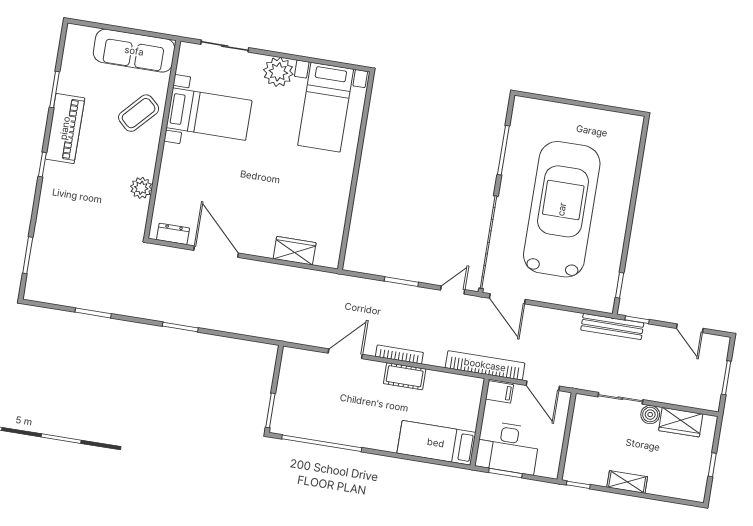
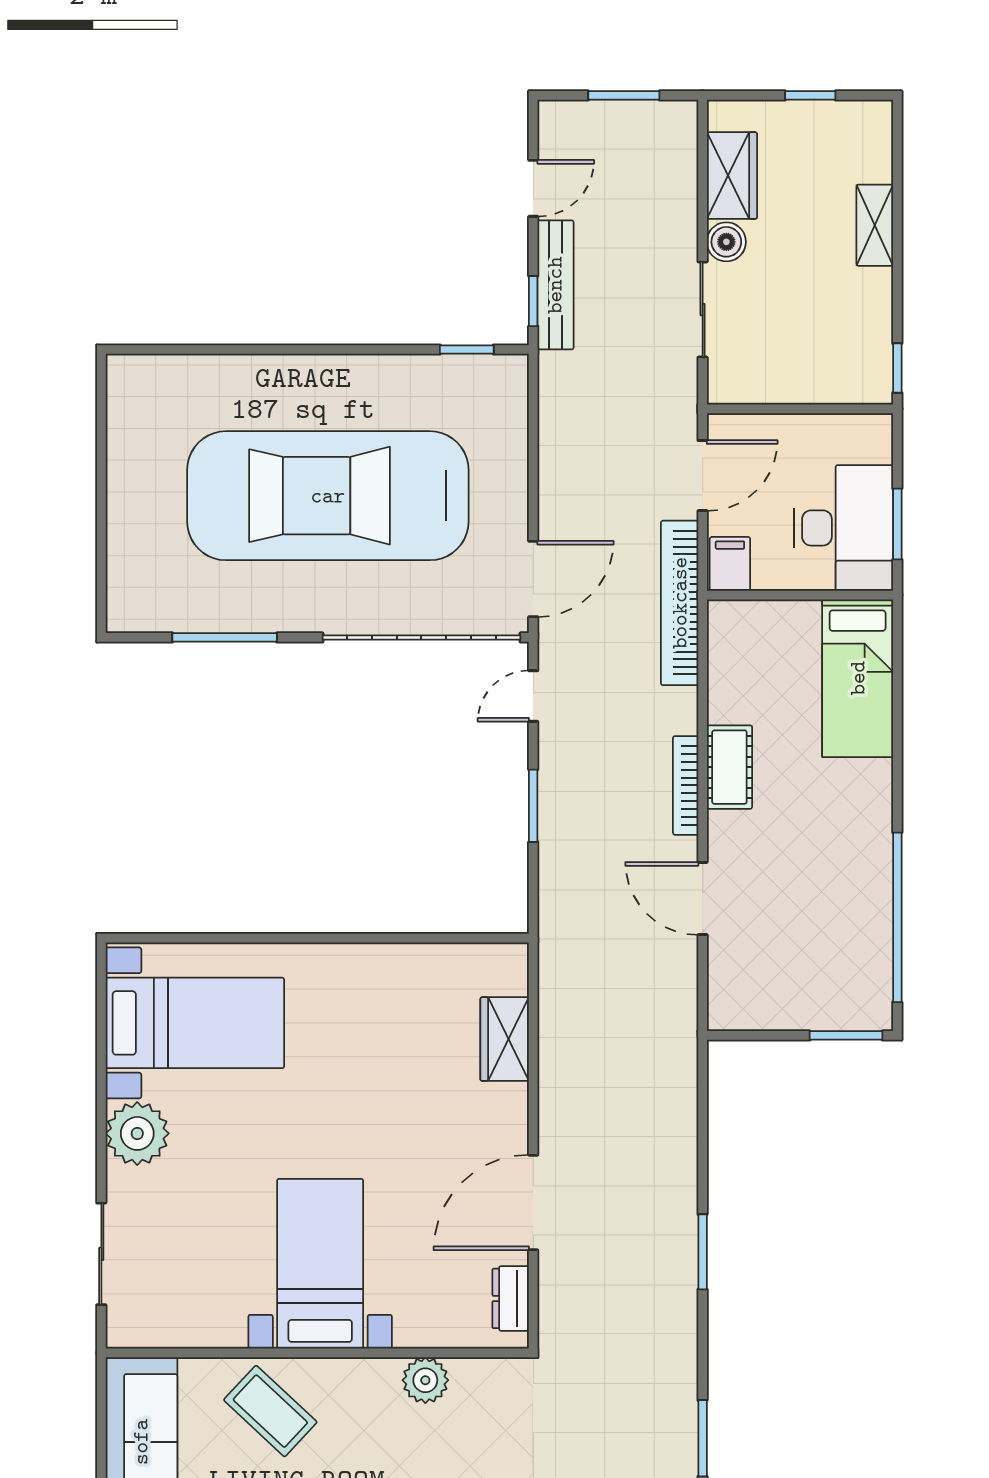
bed with nightstands: (209, 114) -> (320, 1264), moved
door: (453, 290) -> (533, 696), hinge flipped
bench: (612, 327) -> (555, 285), moved
shelving: (627, 482) -> (875, 225), moved

